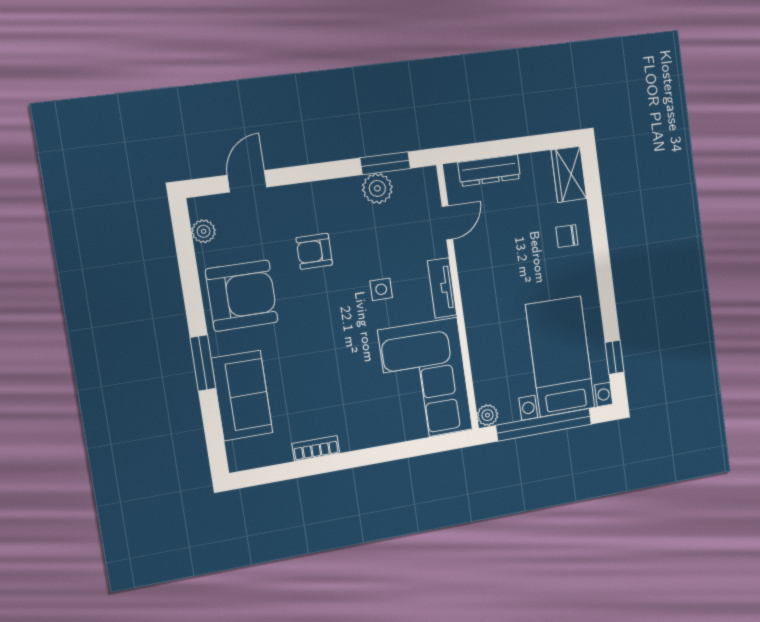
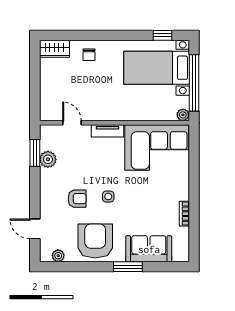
dresser: (489, 170) -> (46, 95), removed
armchair: (314, 251) -> (77, 199), turned -90
side table: (381, 289) -> (108, 197), moved

